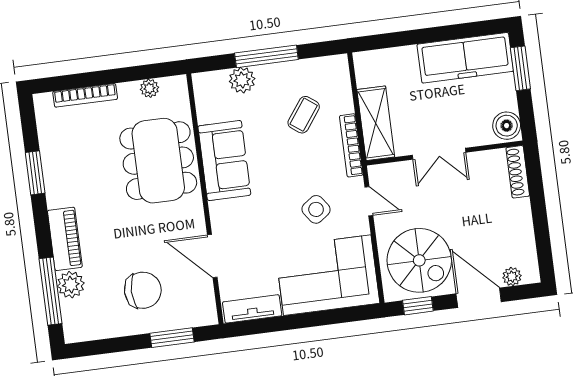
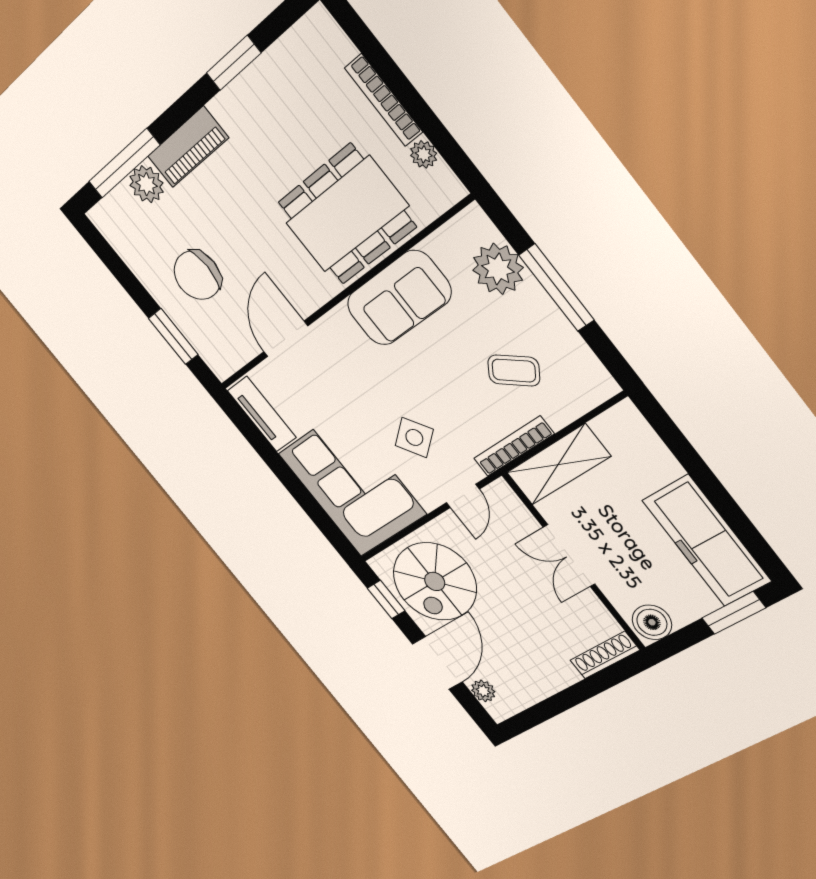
plant: (242, 80) -> (498, 269), width x1.36, depth x1.36
bookcase: (85, 95) -> (384, 100), moved
chair: (143, 290) -> (197, 275), turned 90

